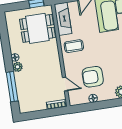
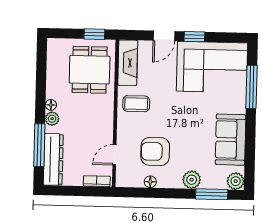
dining table: (37, 28) -> (90, 70), turned 90
door: (65, 84) -> (114, 155), swing flipped
dresser: (23, 95) -> (53, 159), added

